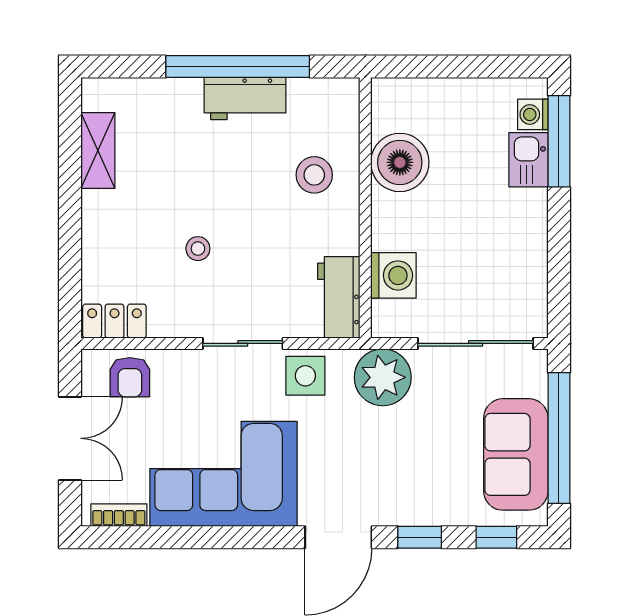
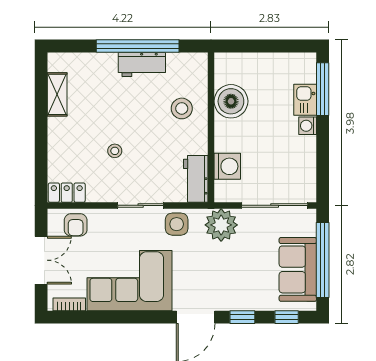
washing machine: (533, 114) -> (308, 126), moved

